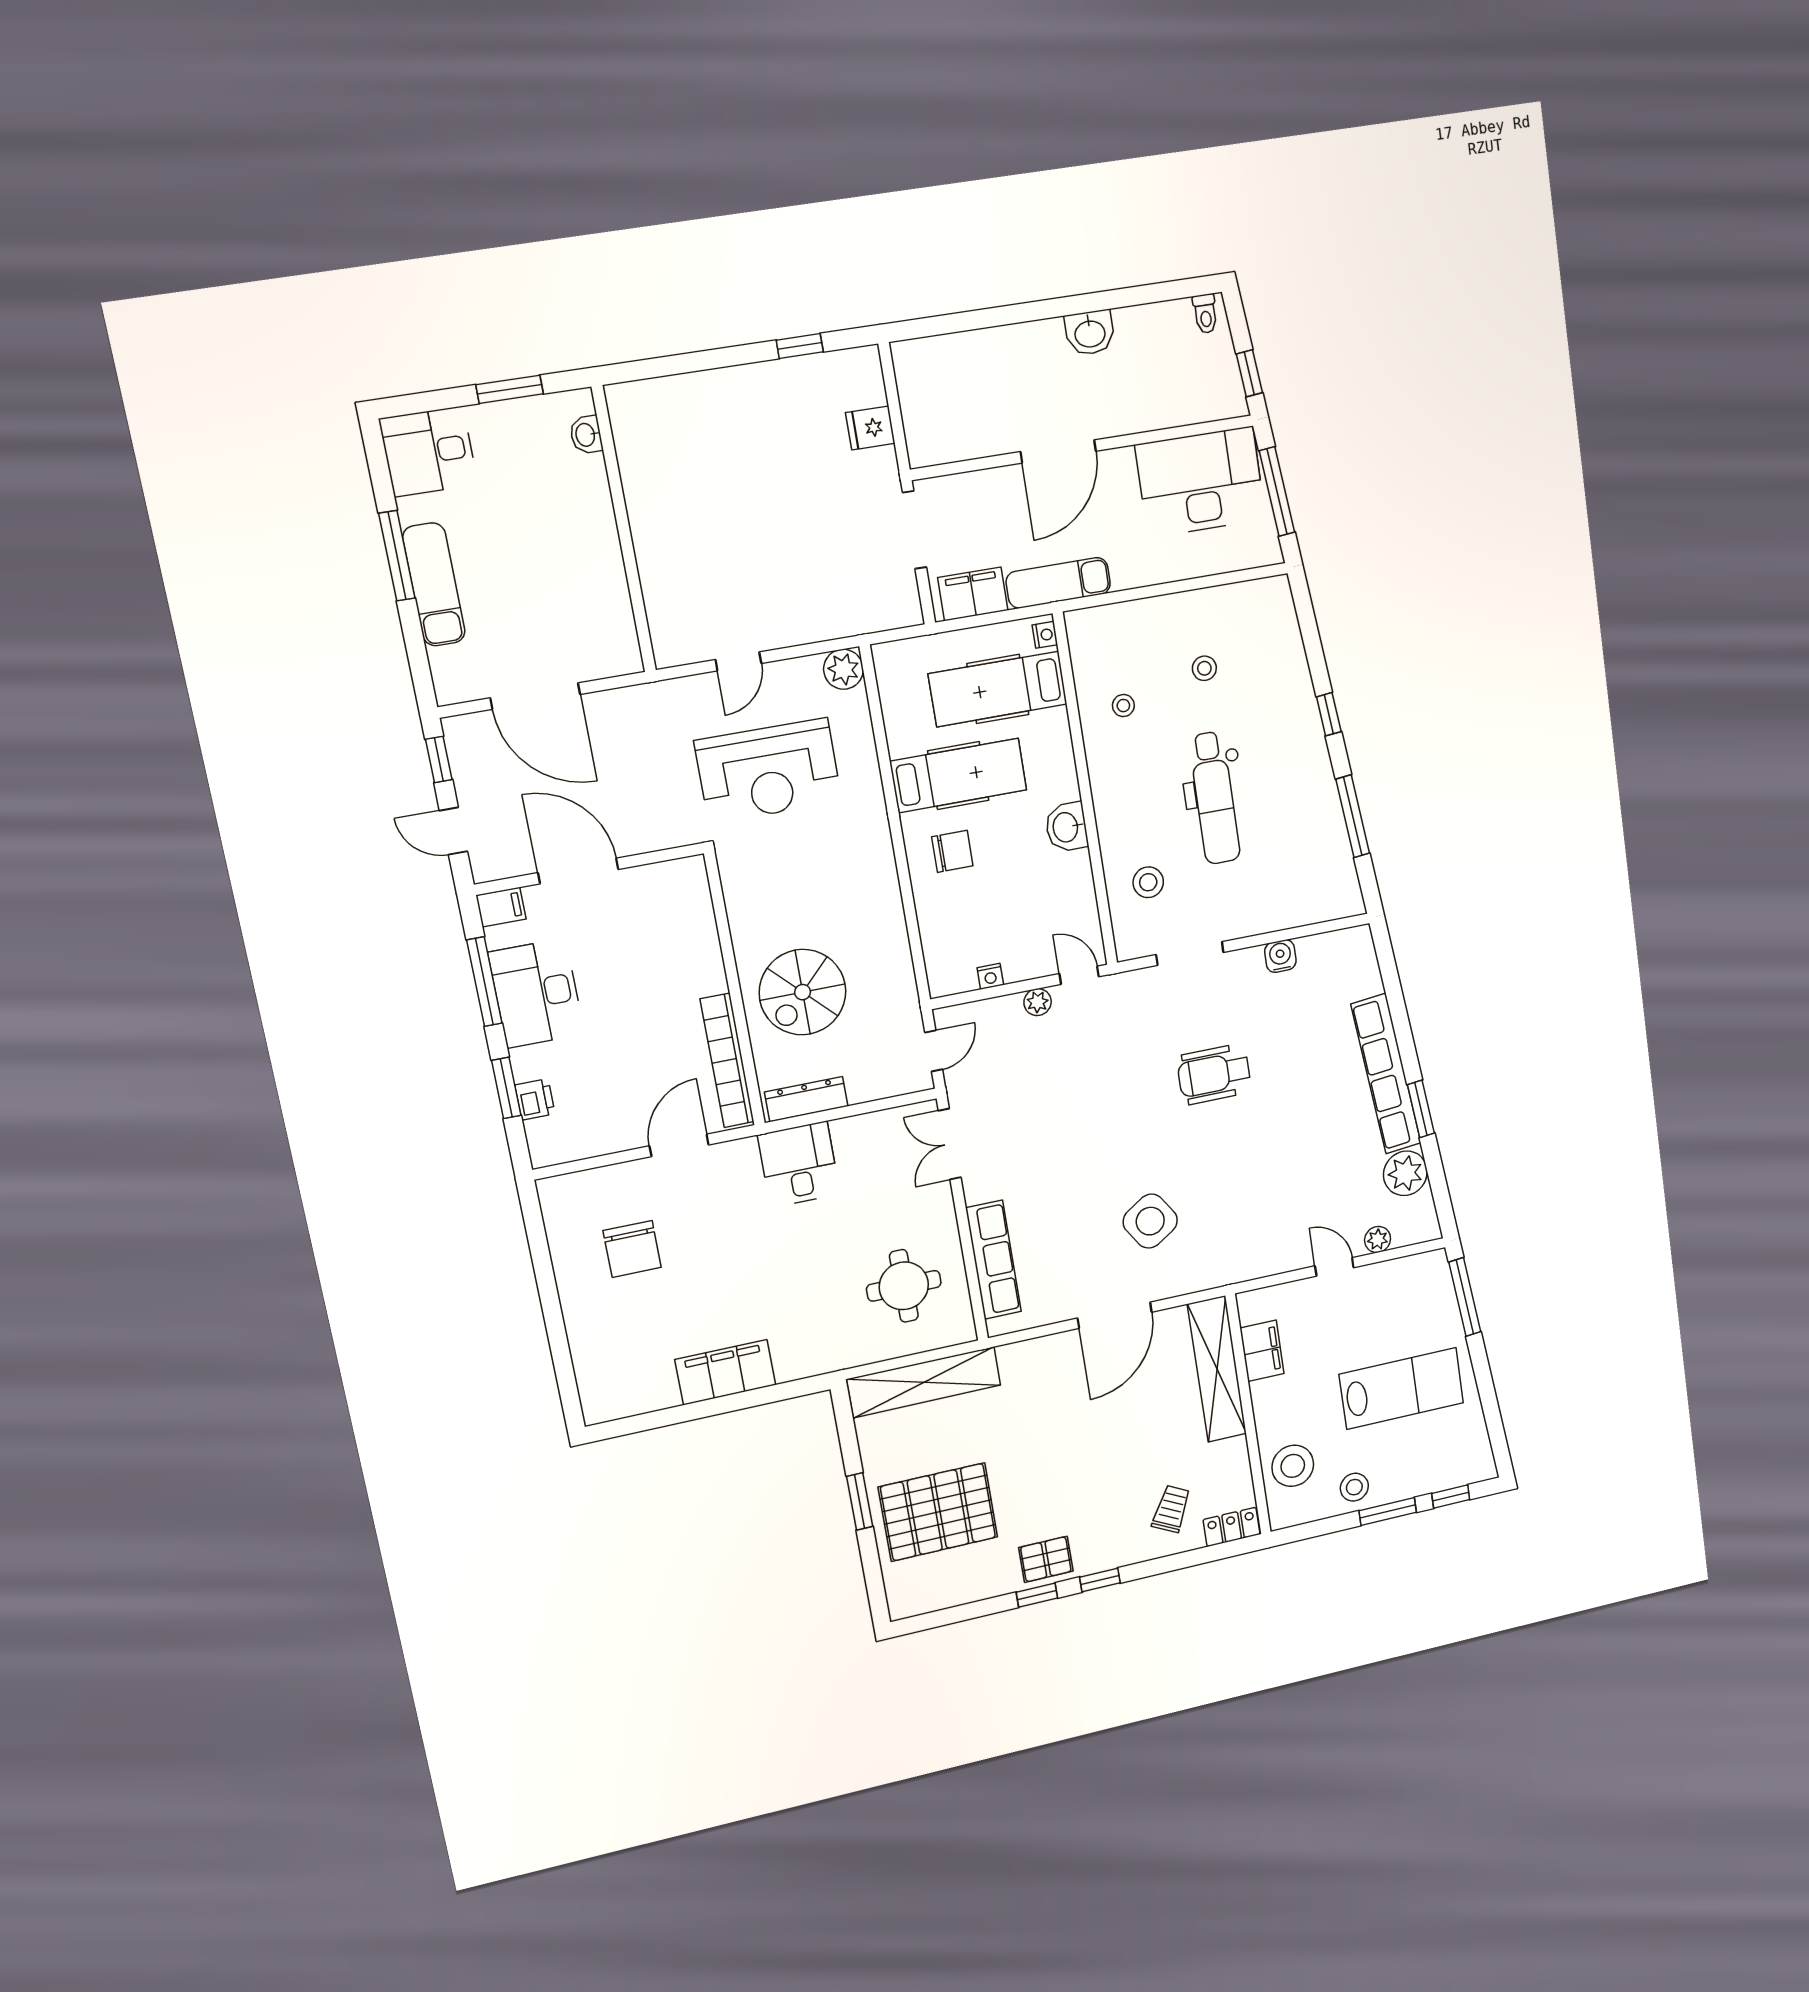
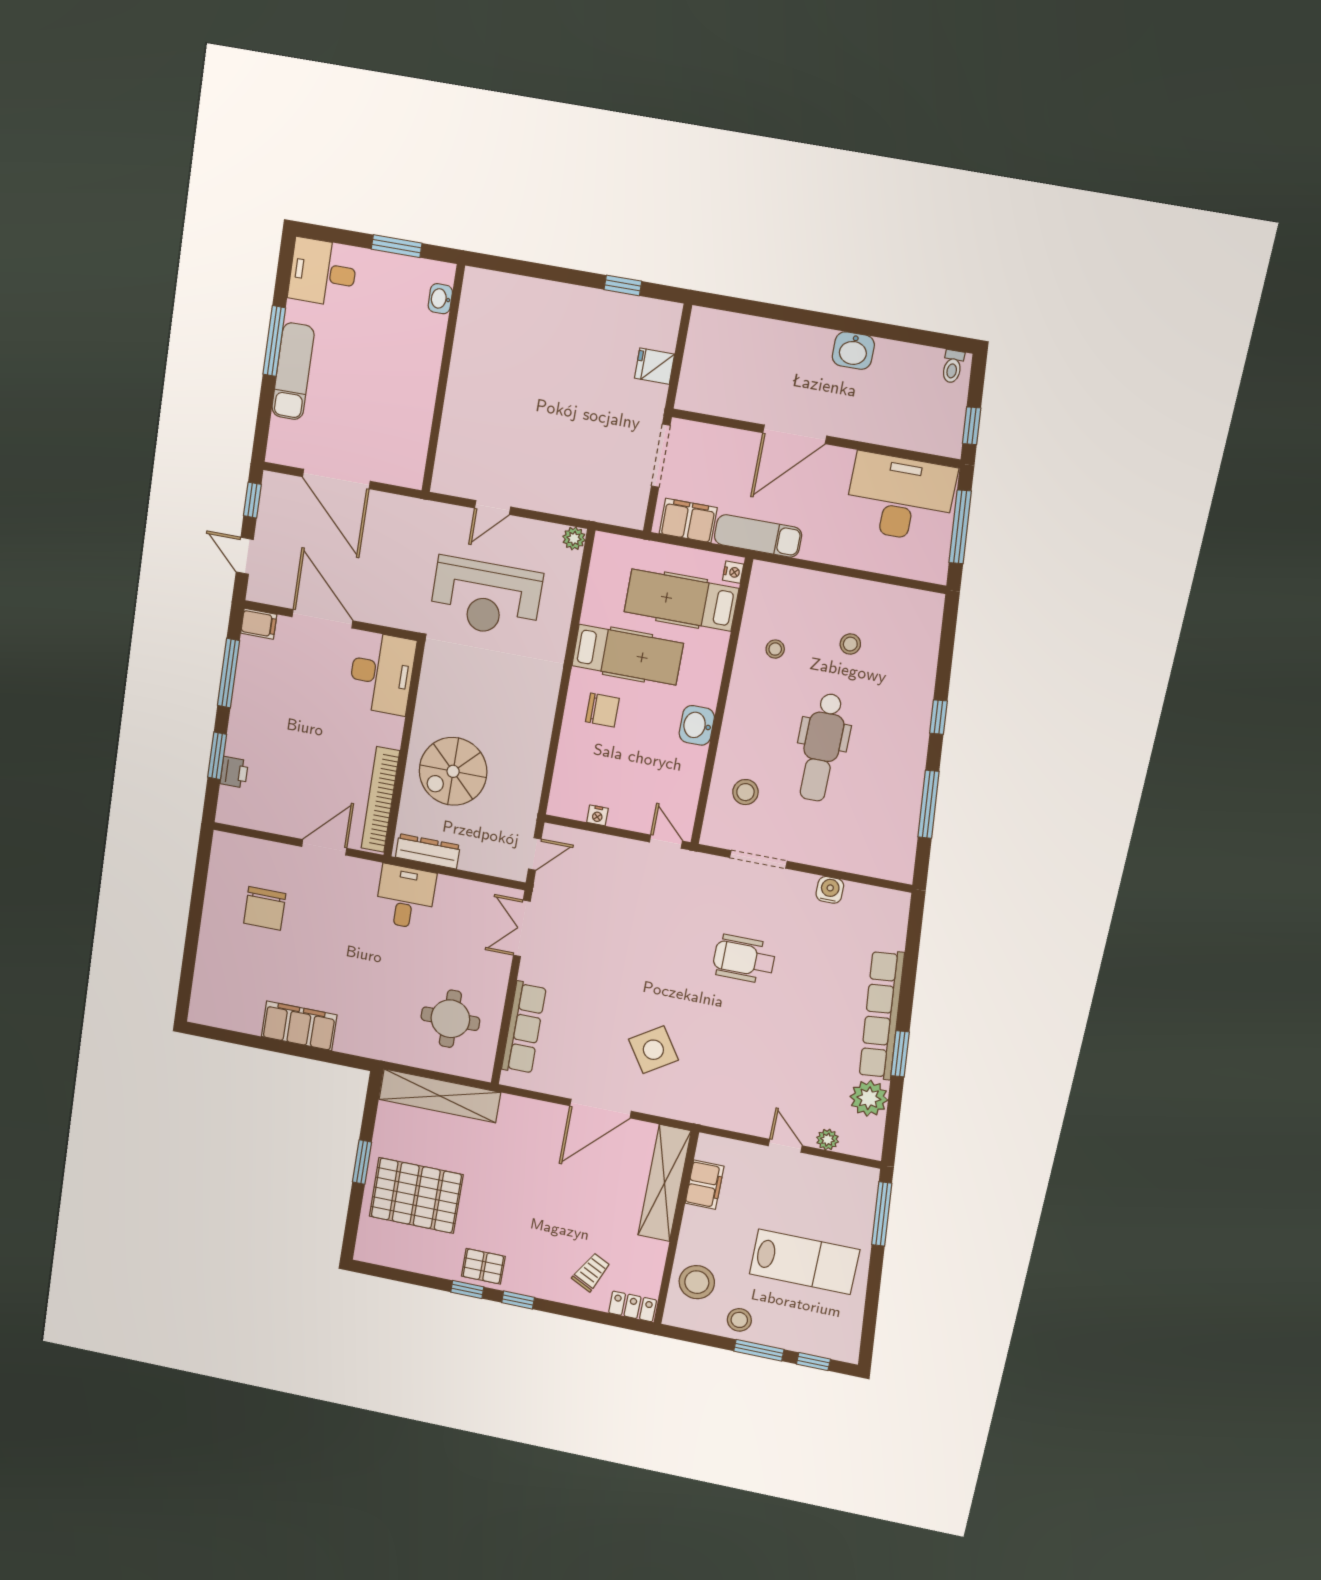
plant: (843, 669) -> (574, 538), width x0.73, depth x0.73
desk: (536, 993) -> (382, 673), moved, turned 180
plant: (1038, 1002) -> (627, 849), removed

